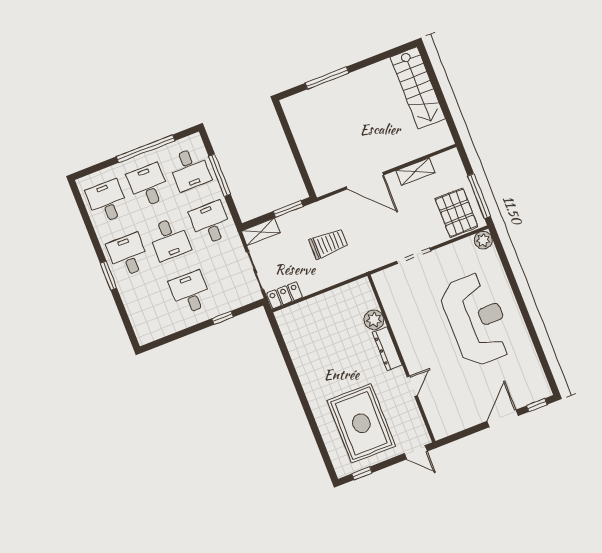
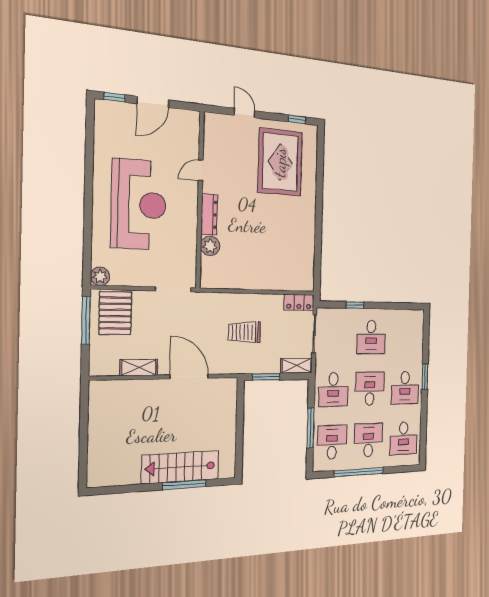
stairs: (418, 88) -> (180, 467), moved, turned -90
desk: (148, 185) -> (368, 440), turned 180
reception desk: (476, 319) -> (139, 205), turned 180
plant: (374, 320) -> (210, 246), moved
dresser: (387, 349) -> (209, 215), moved
wall: (401, 358) -> (200, 200), moved
door: (412, 386) -> (201, 170), moved

